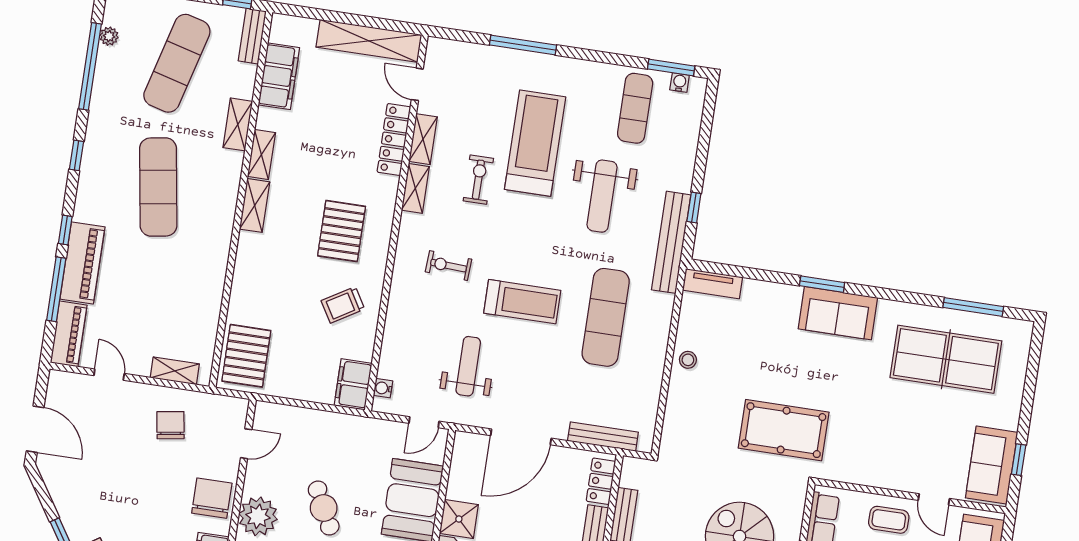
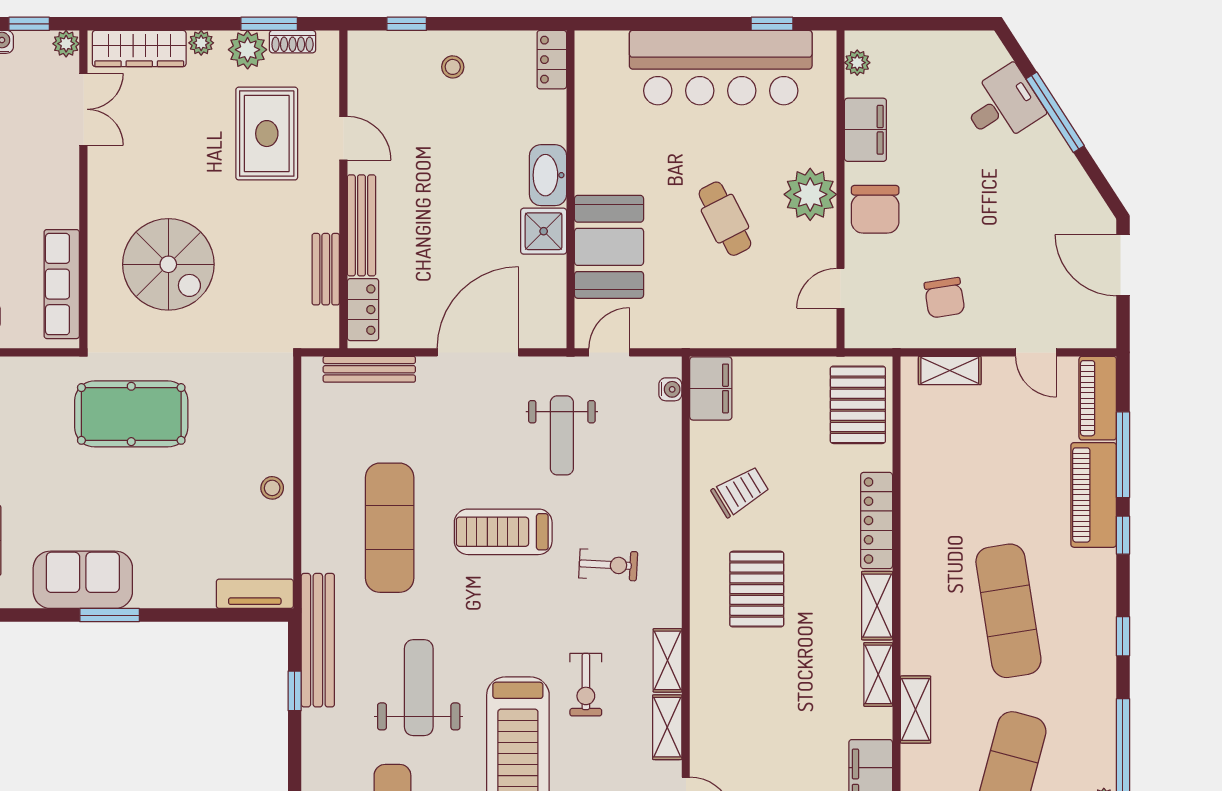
locker: (394, 140) -> (877, 521), moved, turned 180

